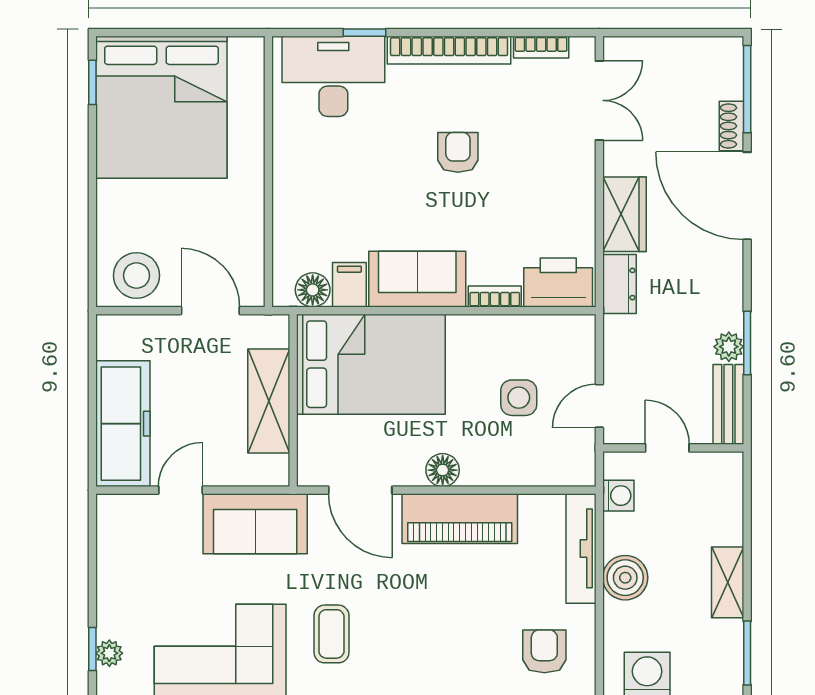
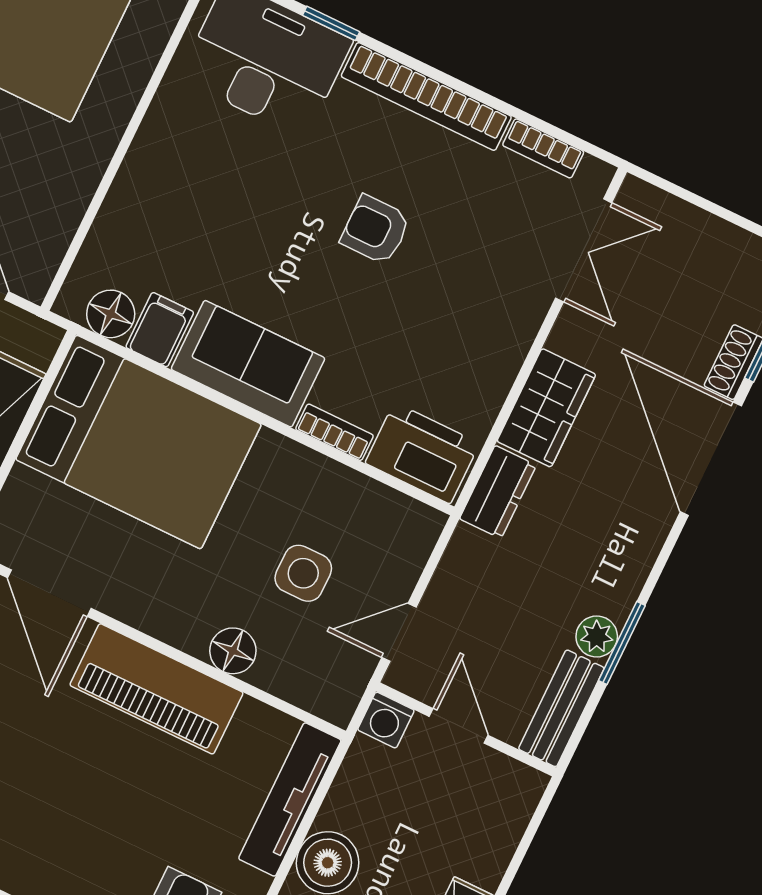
armchair: (458, 152) -> (376, 230), turned -90
floor lamp: (443, 470) -> (233, 651), moved
washing machine: (618, 496) -> (386, 720), moved, turned 90

